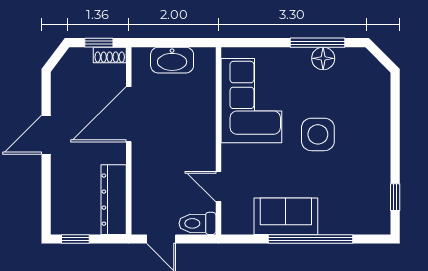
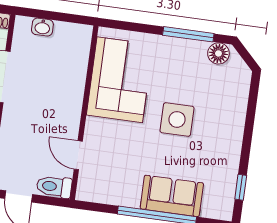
floor lamp: (323, 58) -> (218, 53), moved
washbasin: (172, 60) -> (42, 27), width x0.52, depth x0.69
sofa: (286, 216) -> (172, 196), moved

